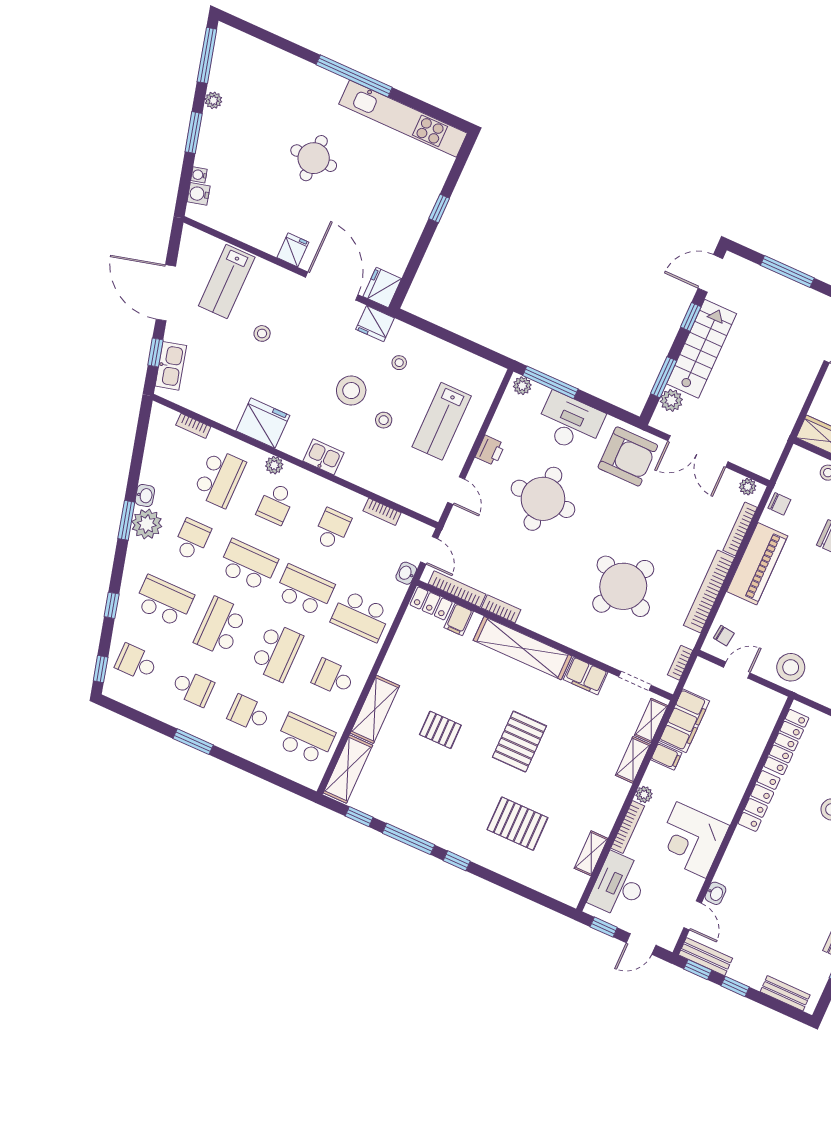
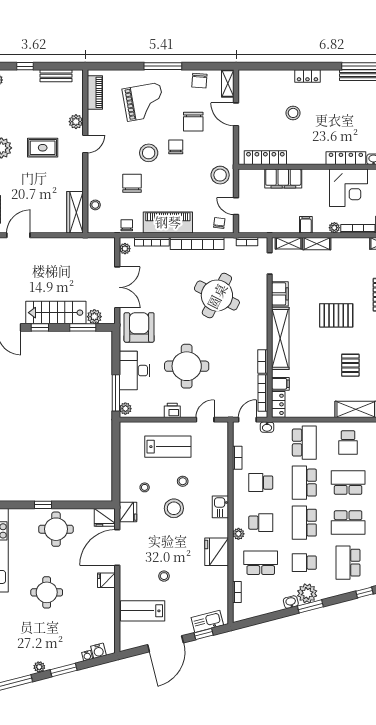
round table: (397, 211) -> (56, 529), added
lab bench: (227, 281) -> (143, 611), turned 180
filing cabinet: (684, 721) -> (283, 178), moved, turned 180
locker: (759, 801) -> (346, 158), moved

